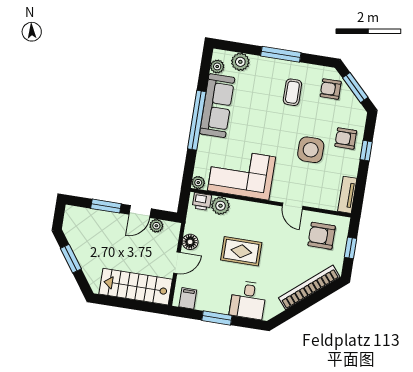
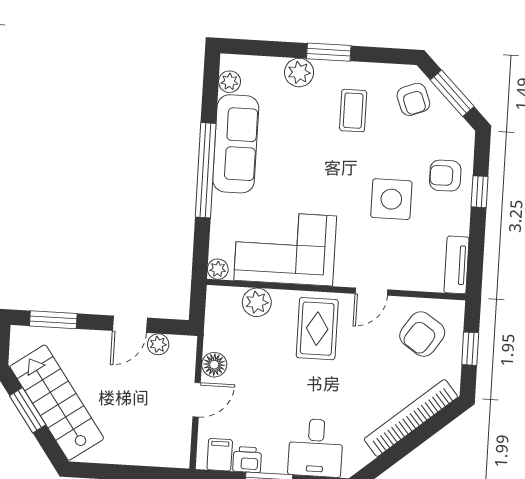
window: (281, 54) -> (329, 52), width x0.69
plant: (240, 62) -> (299, 73), moved
armchair: (331, 89) -> (413, 99), turned -111
printer: (202, 202) -> (247, 460), moved, turned 180
window: (106, 206) -> (53, 320), moved
door: (293, 206) -> (371, 292), hinge flipped
armchair: (322, 236) -> (422, 334), turned -56
rug: (241, 251) -> (317, 329), moved, turned 90
stairs: (136, 287) -> (57, 403), moved, turned 55

